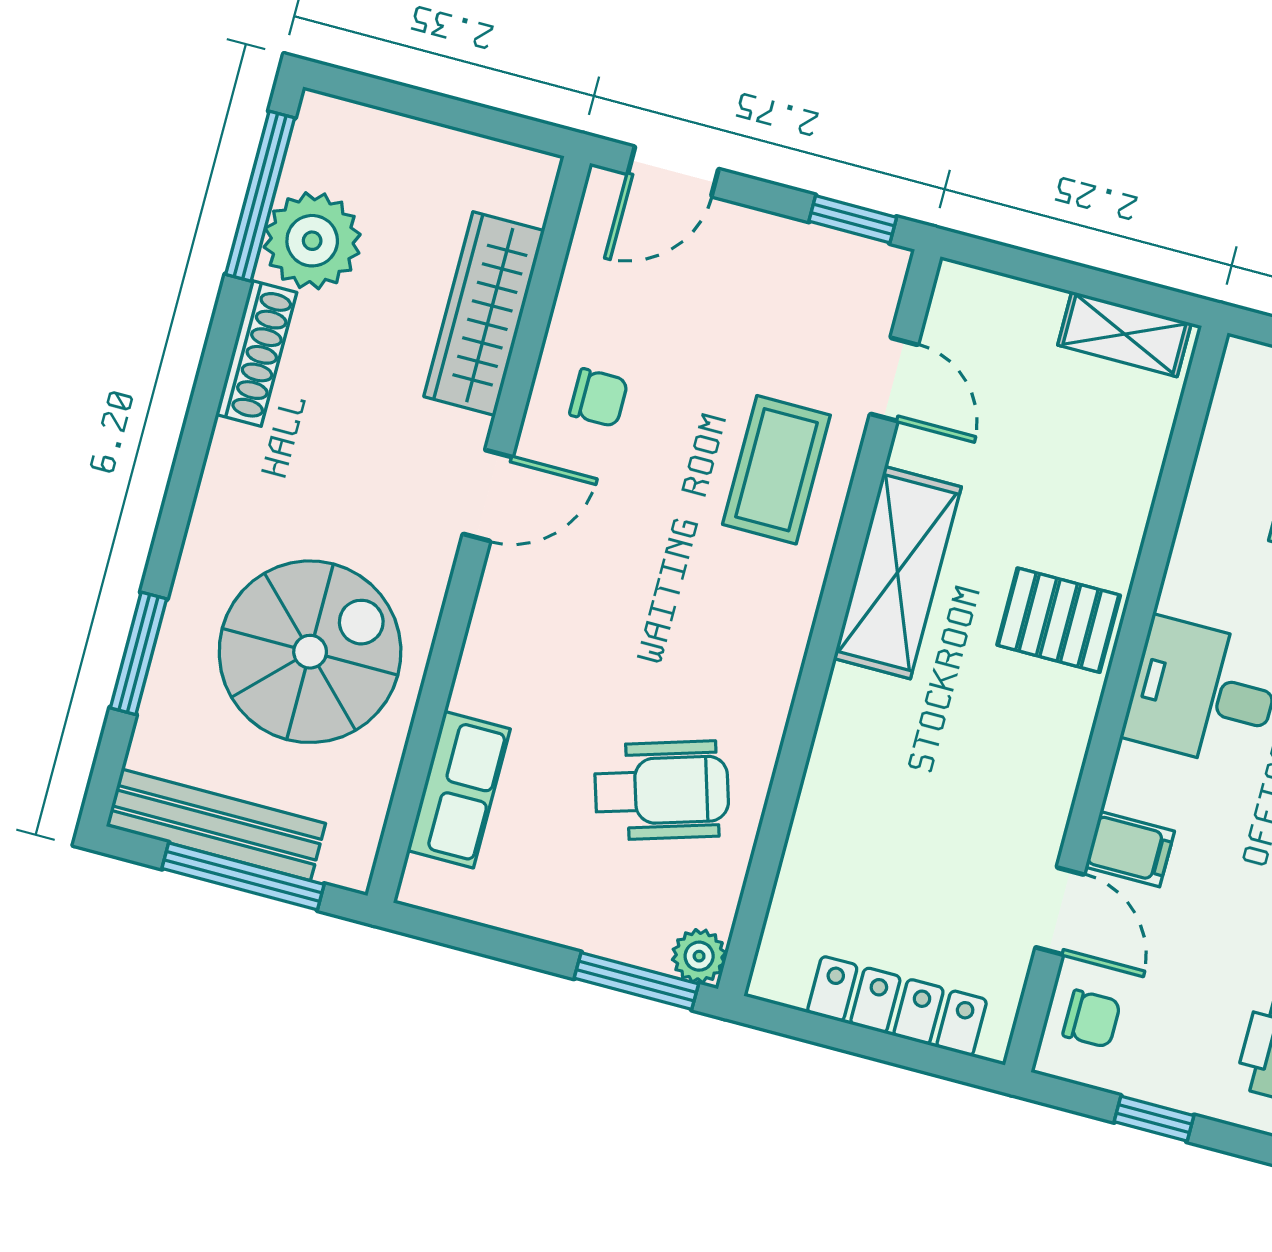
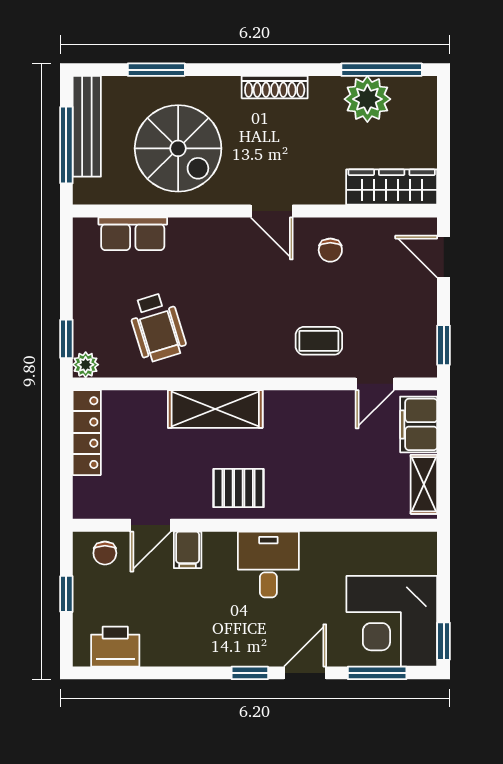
filing cabinet: (1000, 313) -> (419, 424), added
wardrobe: (484, 314) -> (392, 187), moved
shoe rack: (256, 353) -> (275, 87), moved
coffee table: (776, 470) -> (319, 341), width x0.73, depth x0.77
shelving: (897, 573) -> (215, 409), moved
pallet: (1059, 620) -> (238, 488), moved, turned 90
window: (636, 981) -> (66, 339), width x0.67
locker: (897, 1006) -> (87, 433), moved

